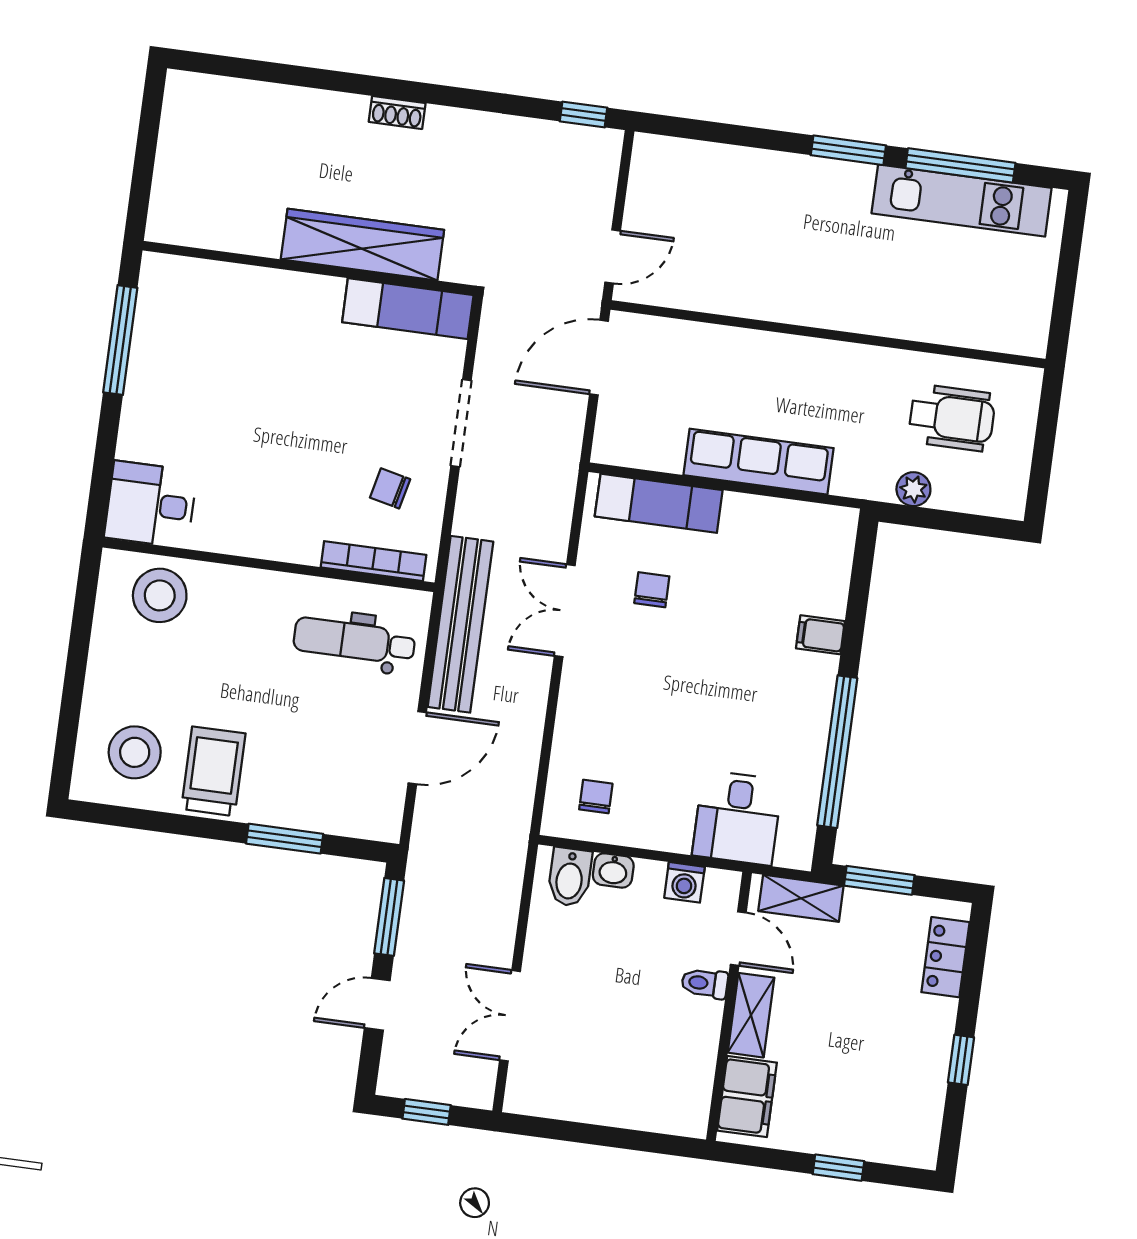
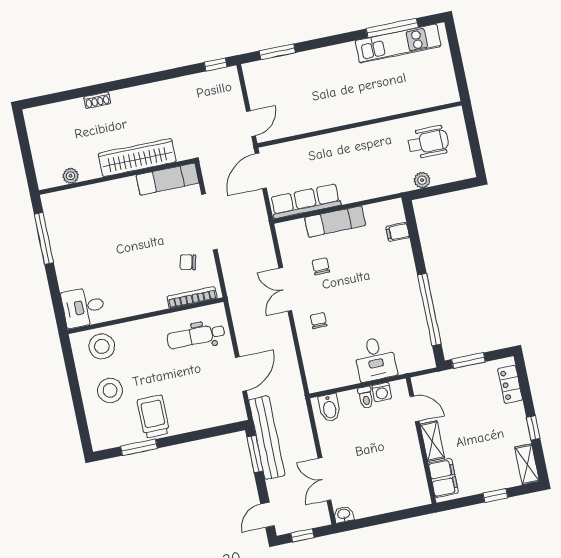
shoe rack: (397, 113) -> (97, 100), moved
window: (848, 150) -> (277, 52), moved
plant: (217, 234) -> (71, 176), added
doorway: (461, 423) -> (209, 222), width x1.36
row of seats: (759, 462) -> (305, 201), moved
exam couch: (659, 503) -> (335, 221), moved
bench: (460, 624) -> (267, 438), moved
filing cabinet: (820, 635) -> (398, 232), moved
stool: (135, 752) -> (110, 390), moved
chair: (596, 797) -> (319, 321), moved
desk: (737, 818) -> (375, 359), moved
window: (285, 839) -> (139, 447), moved
washbasin: (613, 870) -> (344, 514), moved, turned 180
shelving: (801, 898) -> (527, 464), moved, turned 90
toilet: (705, 983) -> (366, 398), moved, turned -90
door: (377, 1004) -> (268, 515), moved

